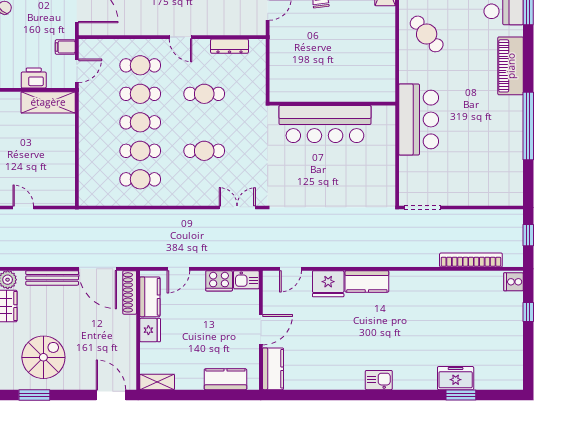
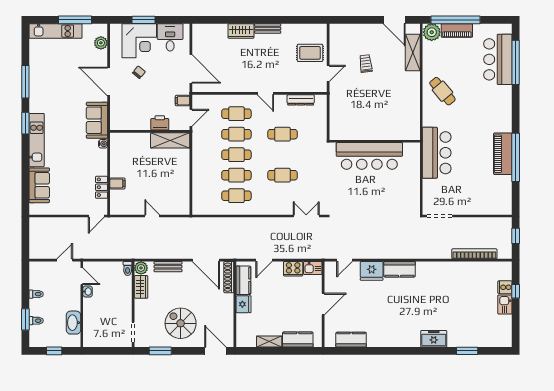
piano: (511, 66) -> (503, 154), moved
bench: (52, 278) -> (168, 267), width x0.73
cooker: (513, 282) -> (505, 287), moved
spiral stairs: (43, 357) -> (181, 323), moved, turned -90
kitchen counter: (273, 369) -> (351, 340), moved, turned -90
freezer: (456, 378) -> (434, 339), moved
kitchen sink: (379, 380) -> (505, 305), moved, turned -90
shelving: (157, 382) -> (269, 342), moved

